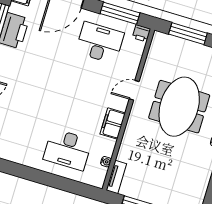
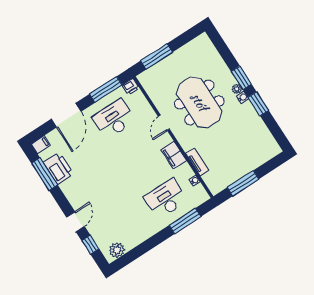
desk: (68, 150) -> (166, 199), turned 180
tv unit: (116, 177) -> (197, 162), moved
window: (63, 184) -> (185, 221), added

